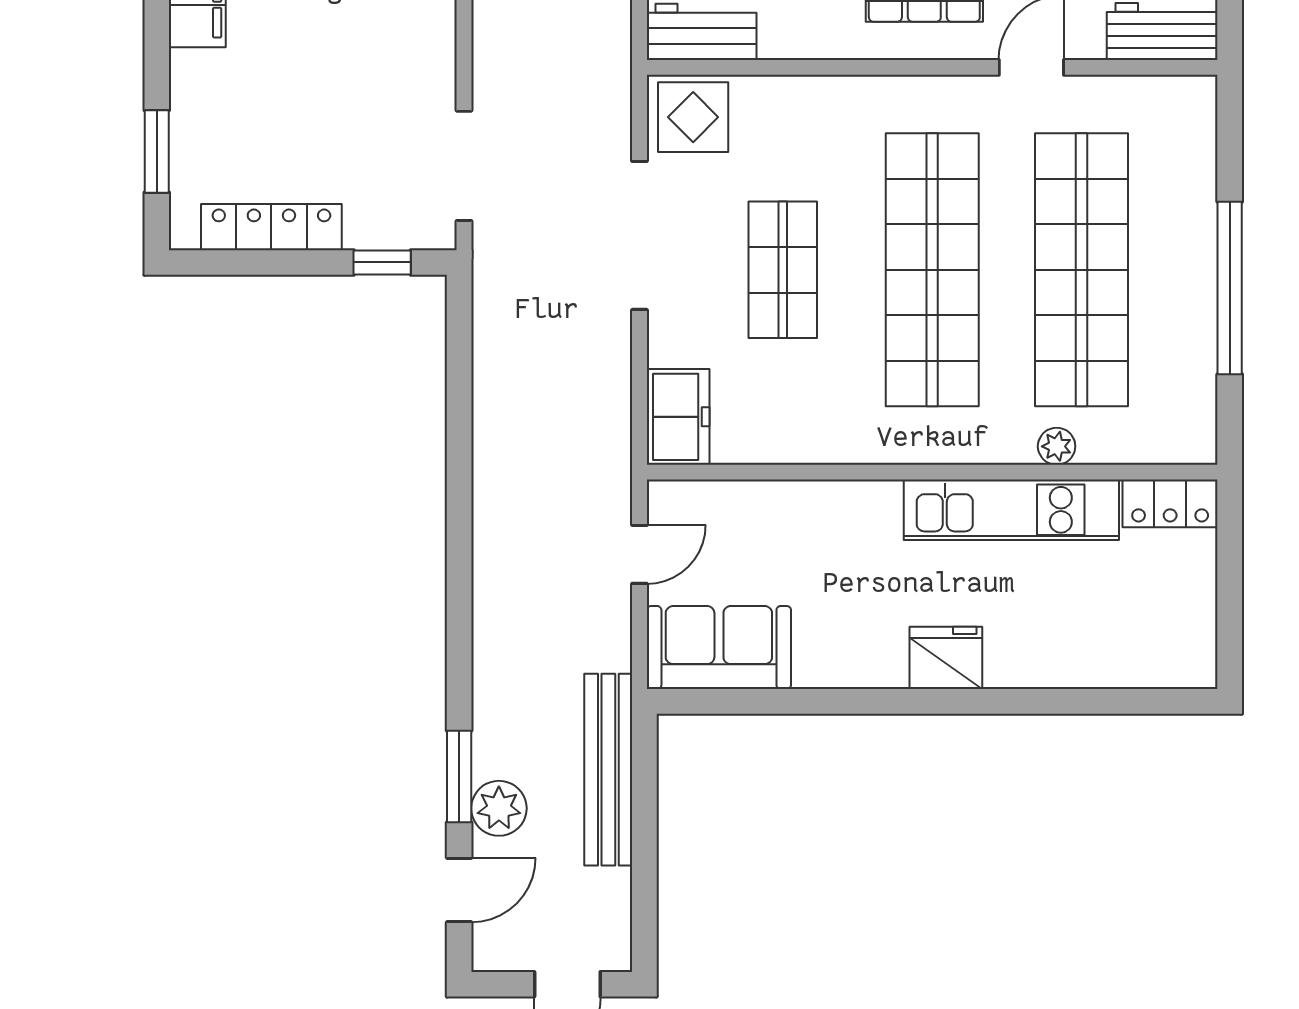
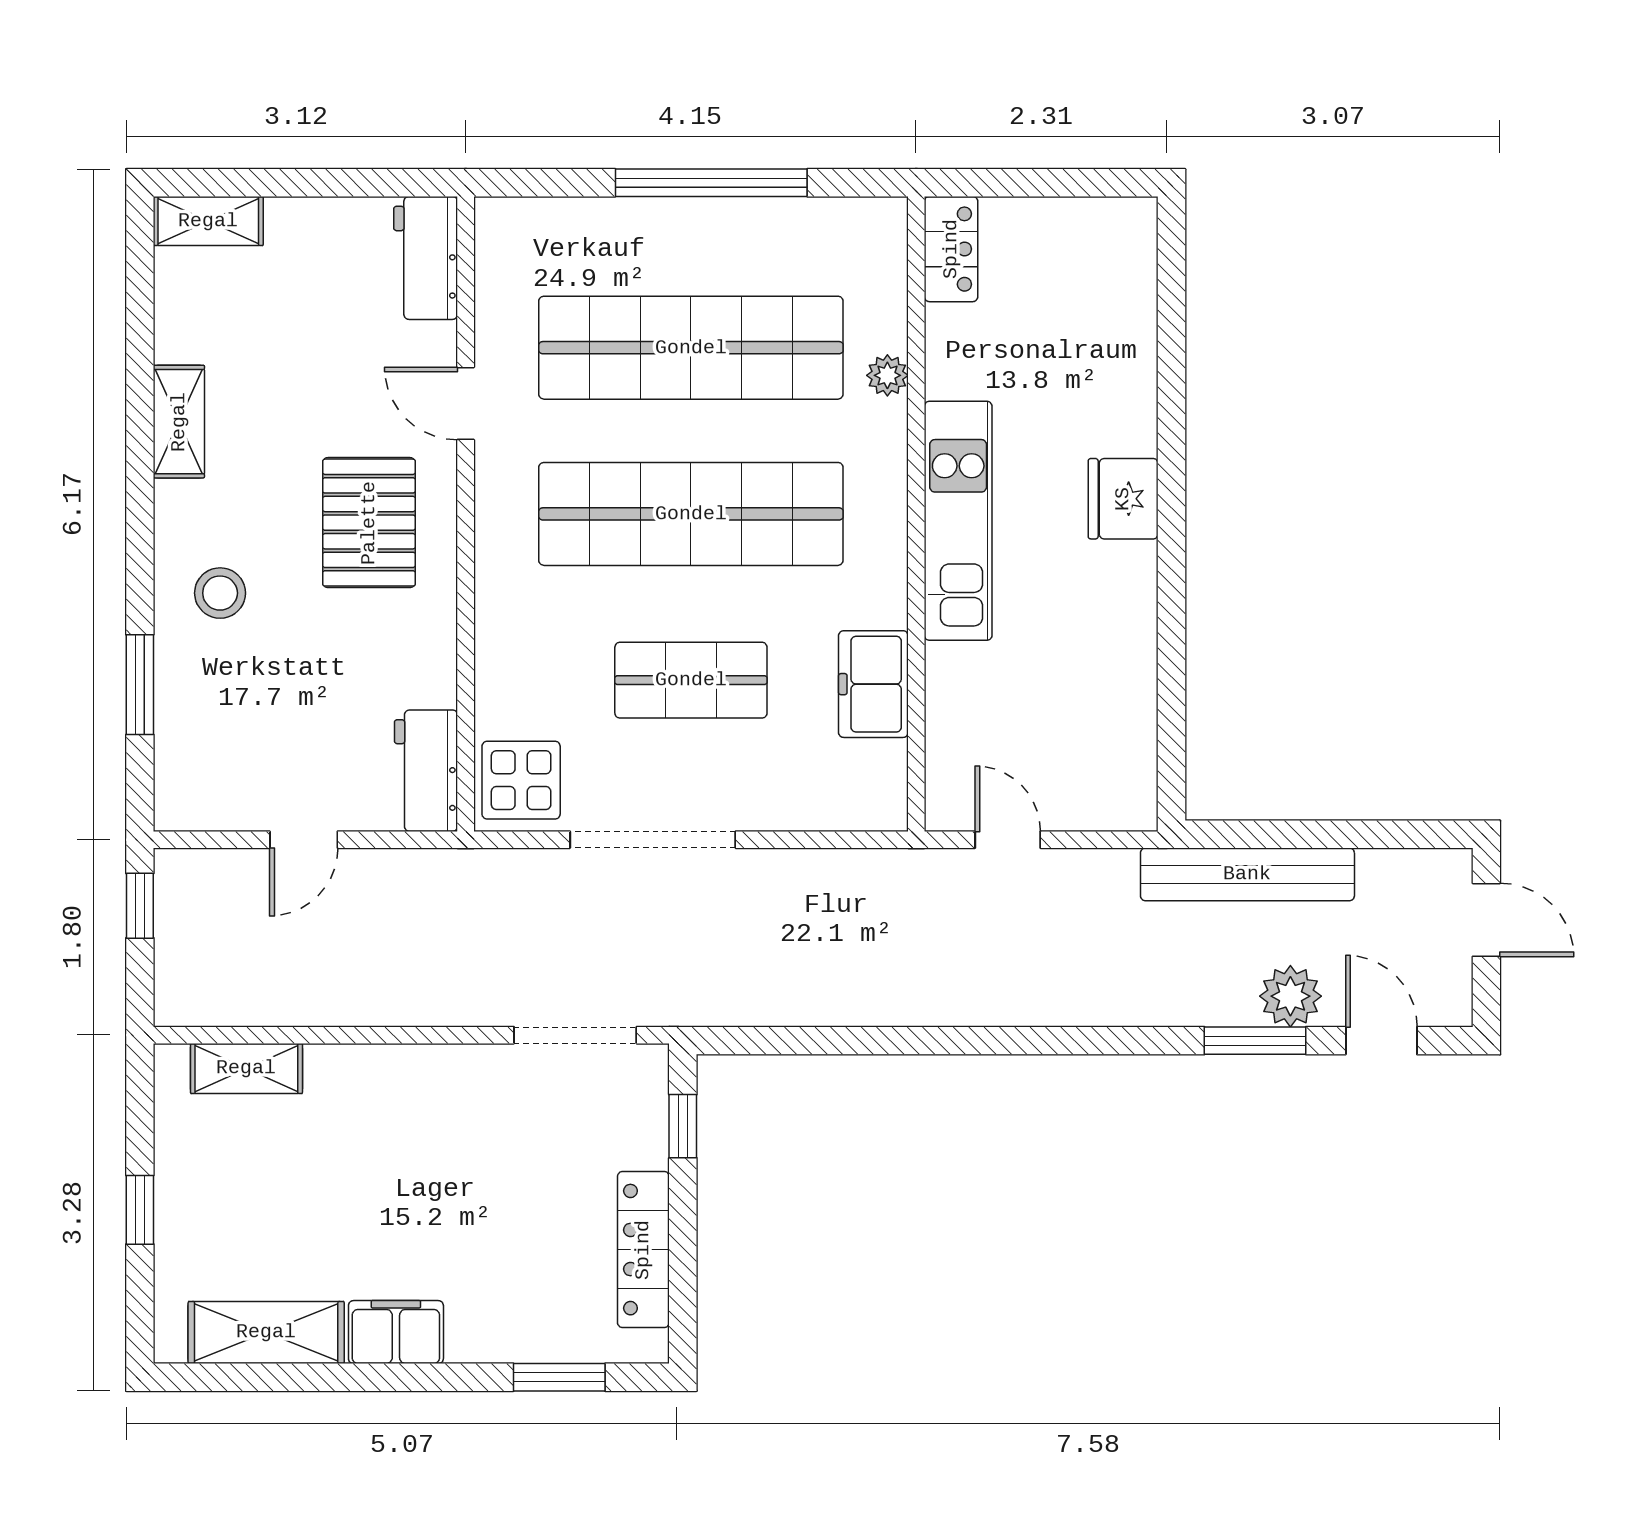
freezer: (678, 417) -> (873, 684), moved, turned -90
kitchen unit: (1011, 510) -> (958, 521), moved
sofa: (719, 648) -> (1112, 751), removed

